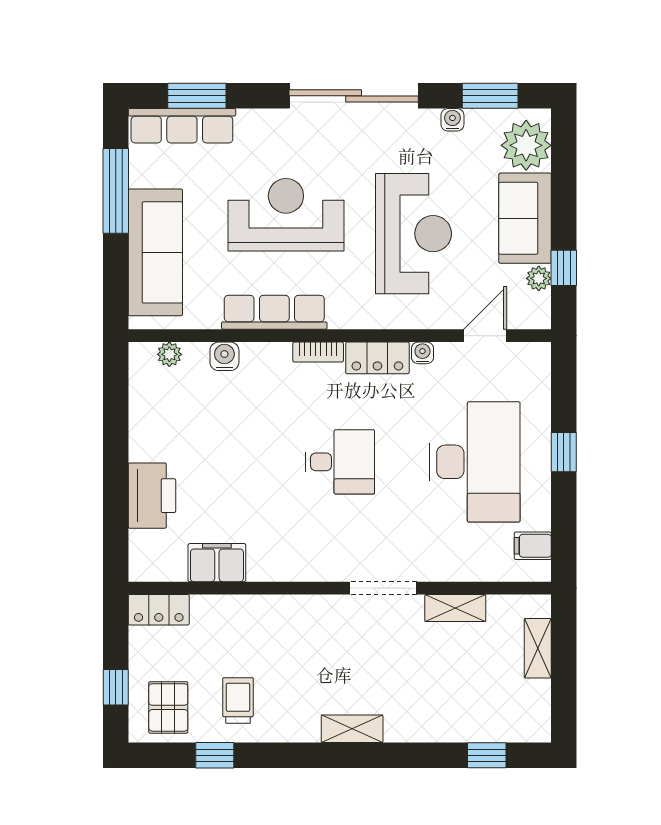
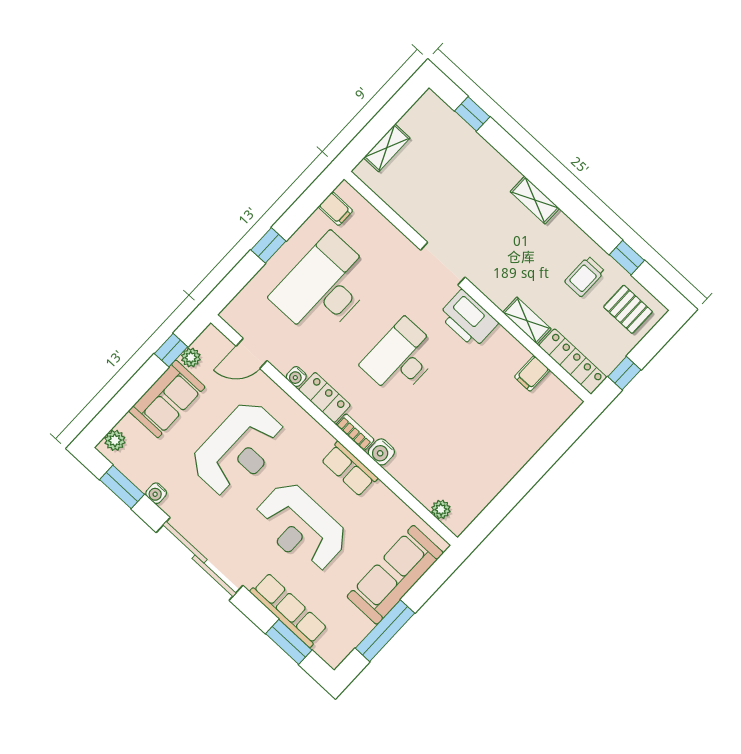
row of seats: (182, 126) -> (289, 610), moved
plant: (526, 145) -> (115, 440), width x0.53, depth x0.53
reception desk: (413, 234) -> (238, 449), turned 180
row of seats: (274, 312) -> (349, 469), width x0.68
water cooler: (224, 356) -> (381, 452), moved
desk: (340, 462) -> (401, 358), width x1.37
printer: (152, 496) -> (468, 319), moved, turned -90
filing cabinet: (217, 563) -> (532, 373), width x0.50
shelving: (455, 608) -> (527, 321), moved
locker: (159, 610) -> (573, 361), width x1.53
window: (116, 687) -> (624, 373), moved
pallet: (168, 707) -> (628, 309), turned 90

